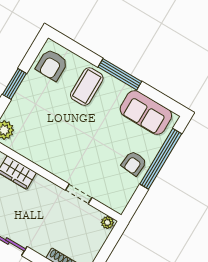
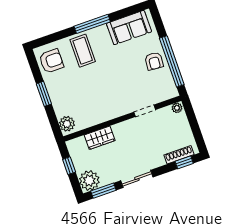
armchair: (52, 65) -> (51, 61), turned -90
window: (161, 159) -> (172, 61), moved

